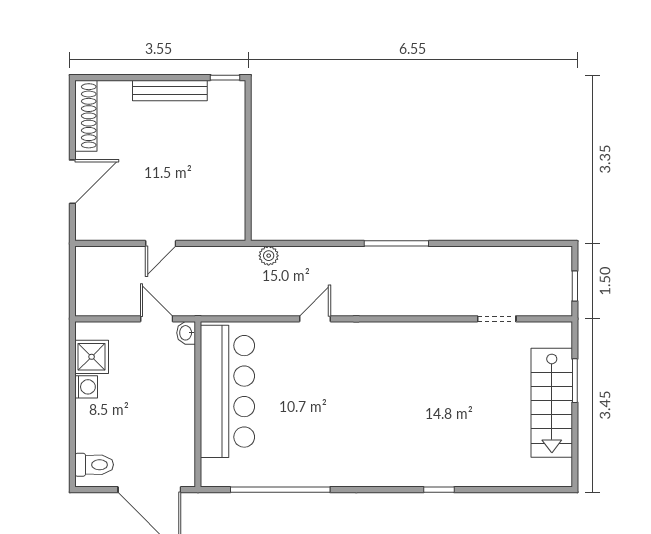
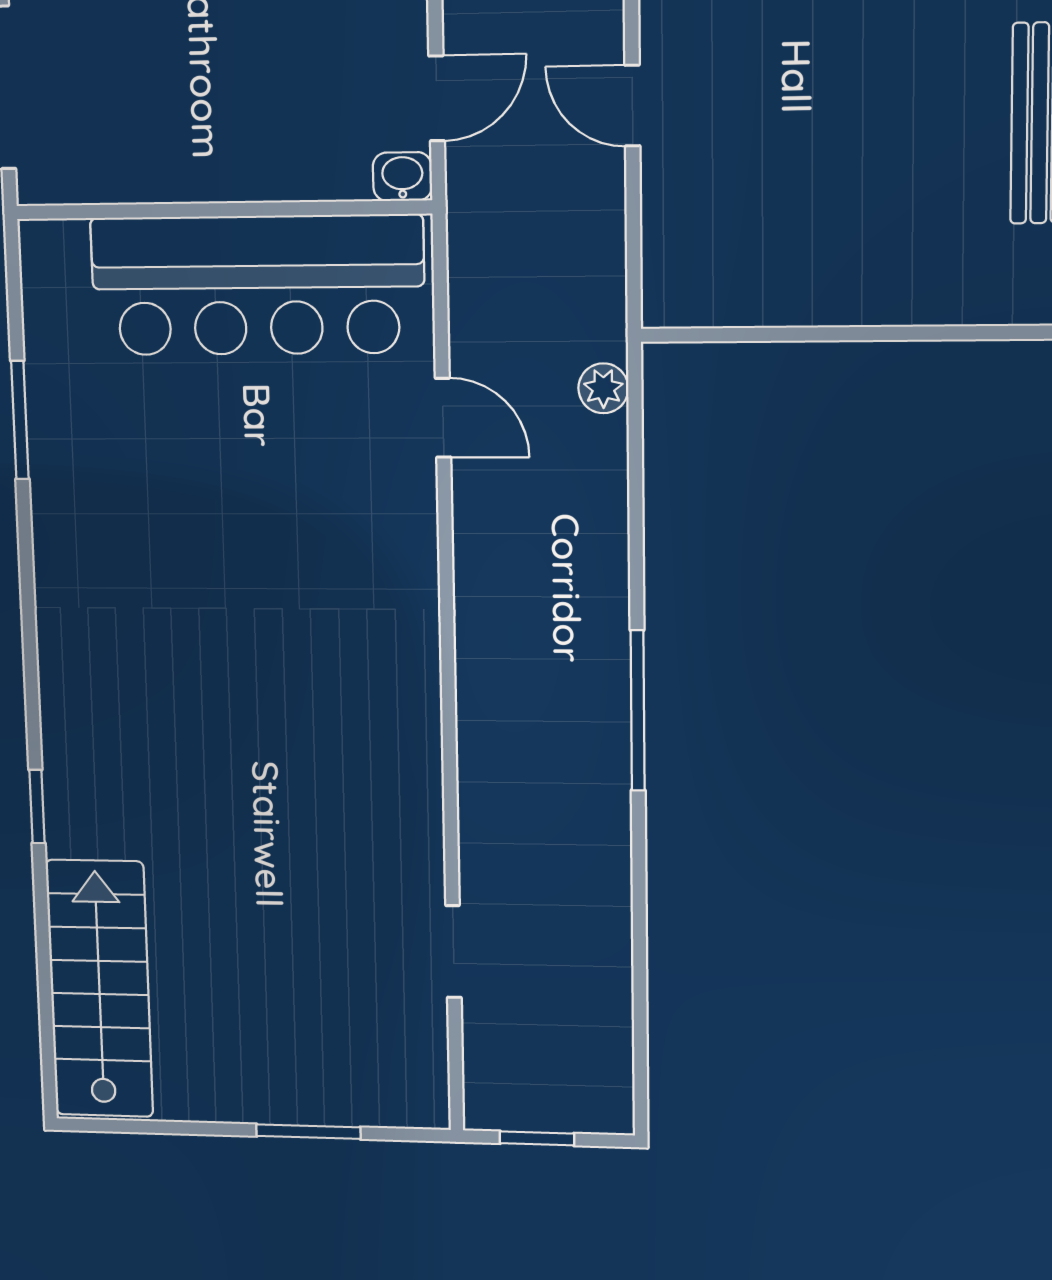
door: (315, 319) -> (443, 418), moved
stairs: (552, 403) -> (99, 989), moved, turned 90
window: (280, 490) -> (20, 420), width x0.47

